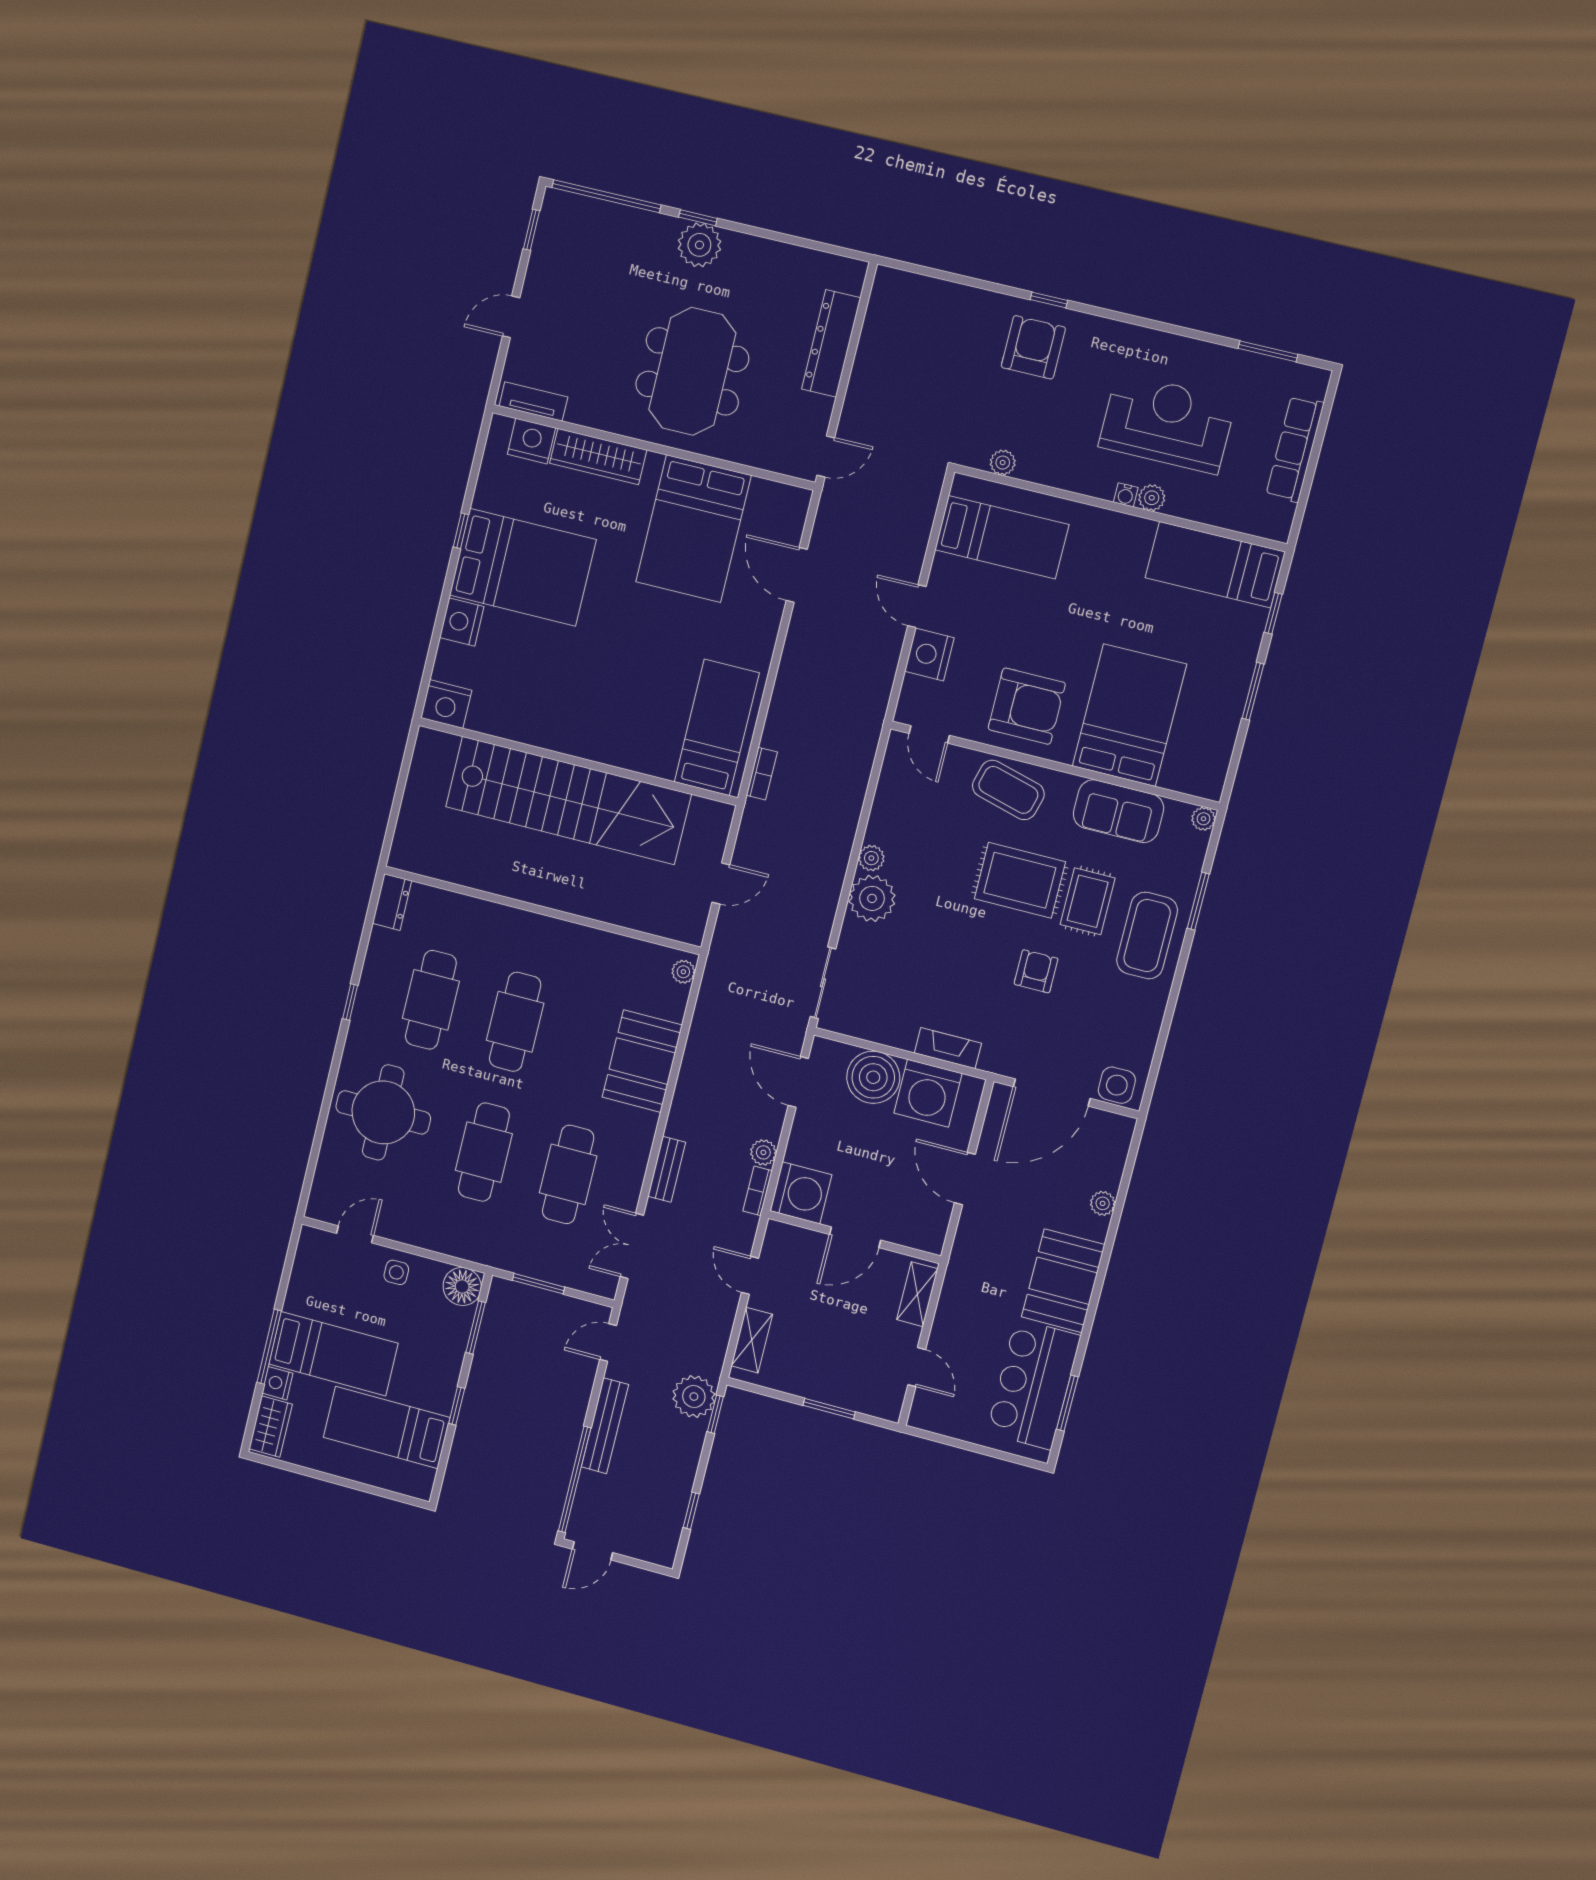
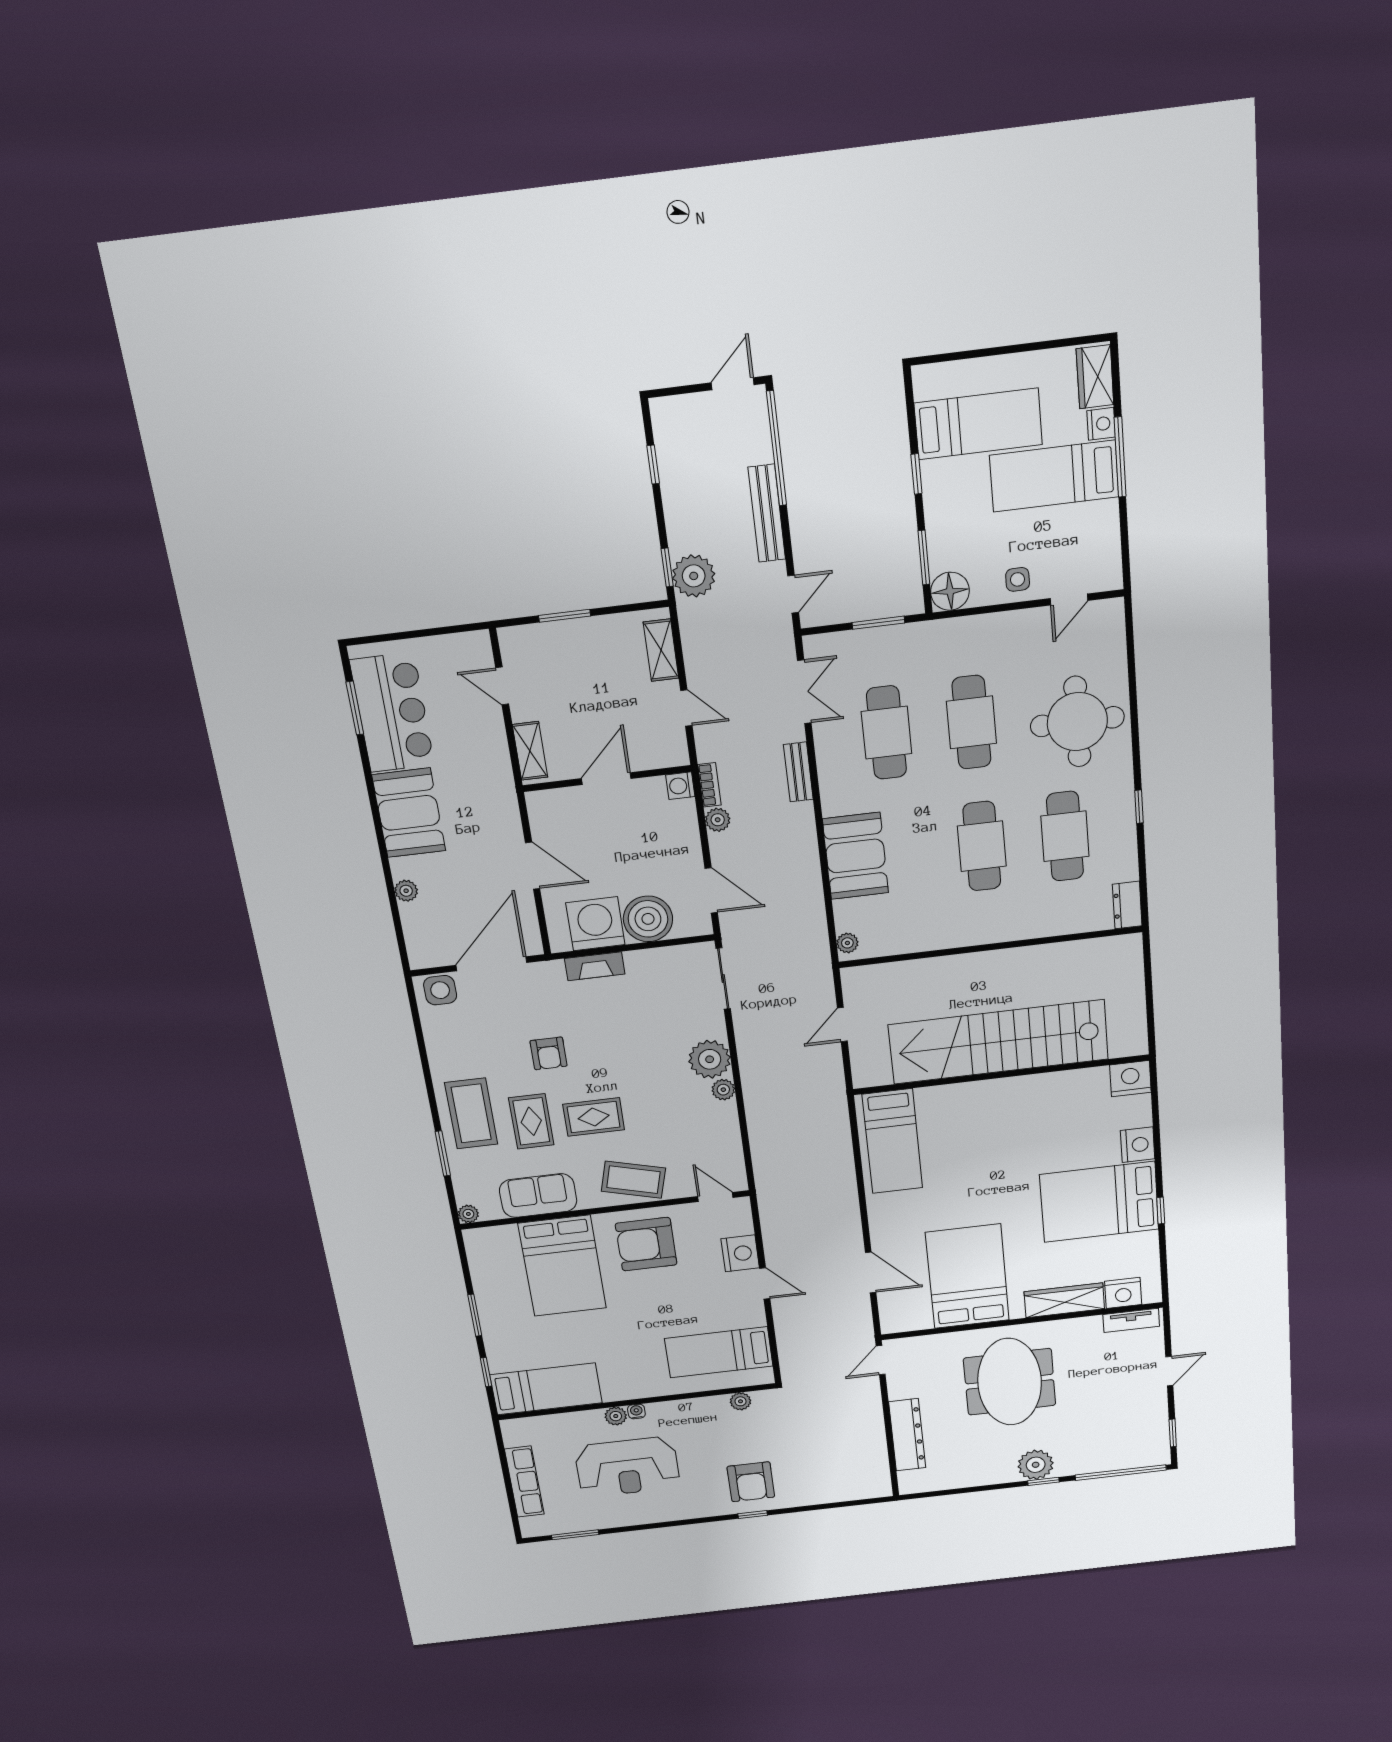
bookcase: (762, 774) -> (841, 1120), removed
rug: (1020, 880) -> (594, 1117), width x0.73, depth x0.70
washing machine: (801, 1193) -> (680, 786), width x0.53, depth x0.53

